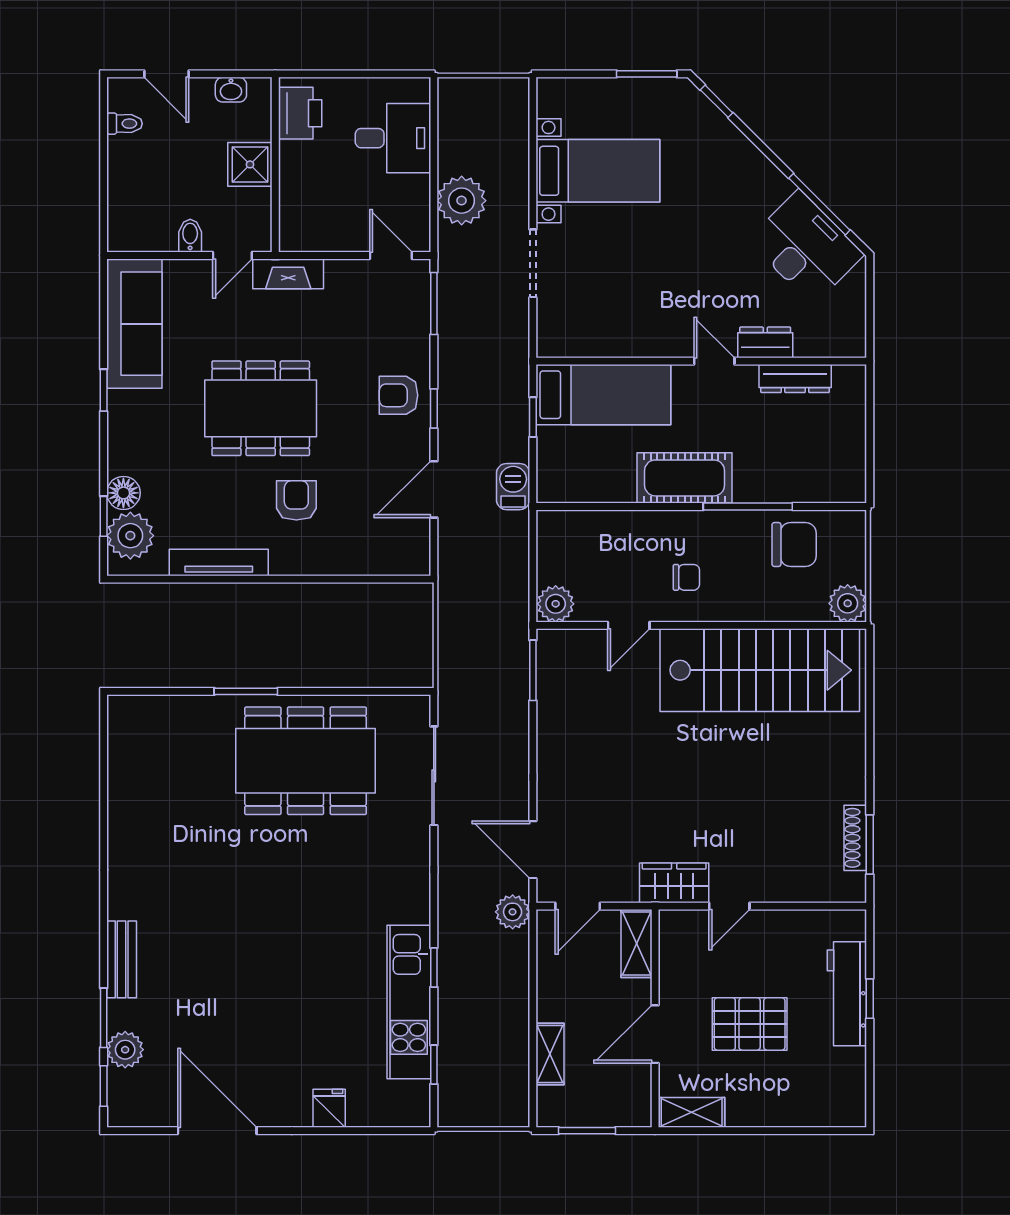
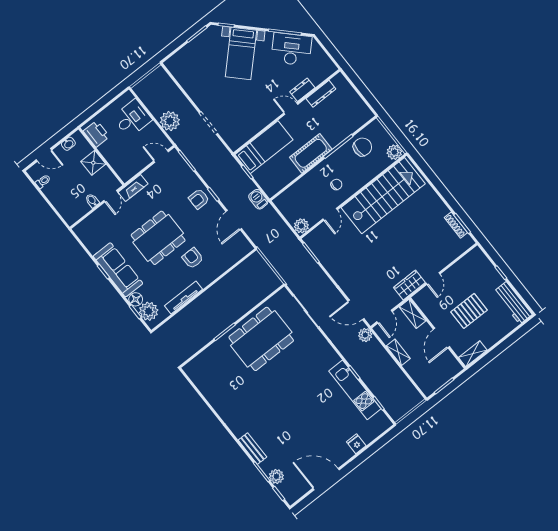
bed with nightstands: (598, 171) -> (241, 53), moved, turned 135
sofa: (134, 324) -> (118, 270), moved
workbench: (847, 994) -> (513, 303), moved
shelving: (550, 1054) -> (398, 352), moved

